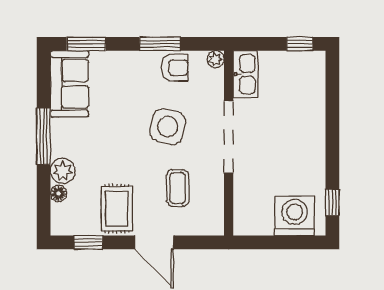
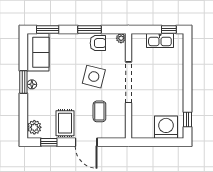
kitchen sink: (246, 74) -> (160, 40), moved, turned 90
window: (44, 136) -> (23, 82), width x0.69
plant: (63, 171) -> (34, 127), moved
floor lamp: (58, 193) -> (32, 84), moved

